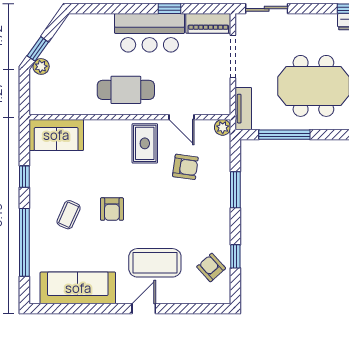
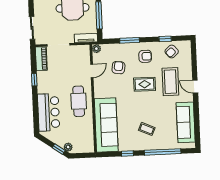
bar counter: (150, 33) -> (49, 112), moved
sofa: (56, 135) -> (106, 125), width x1.85, depth x1.27
rug: (145, 143) -> (145, 84), moved
armchair: (112, 209) -> (145, 56), moved

